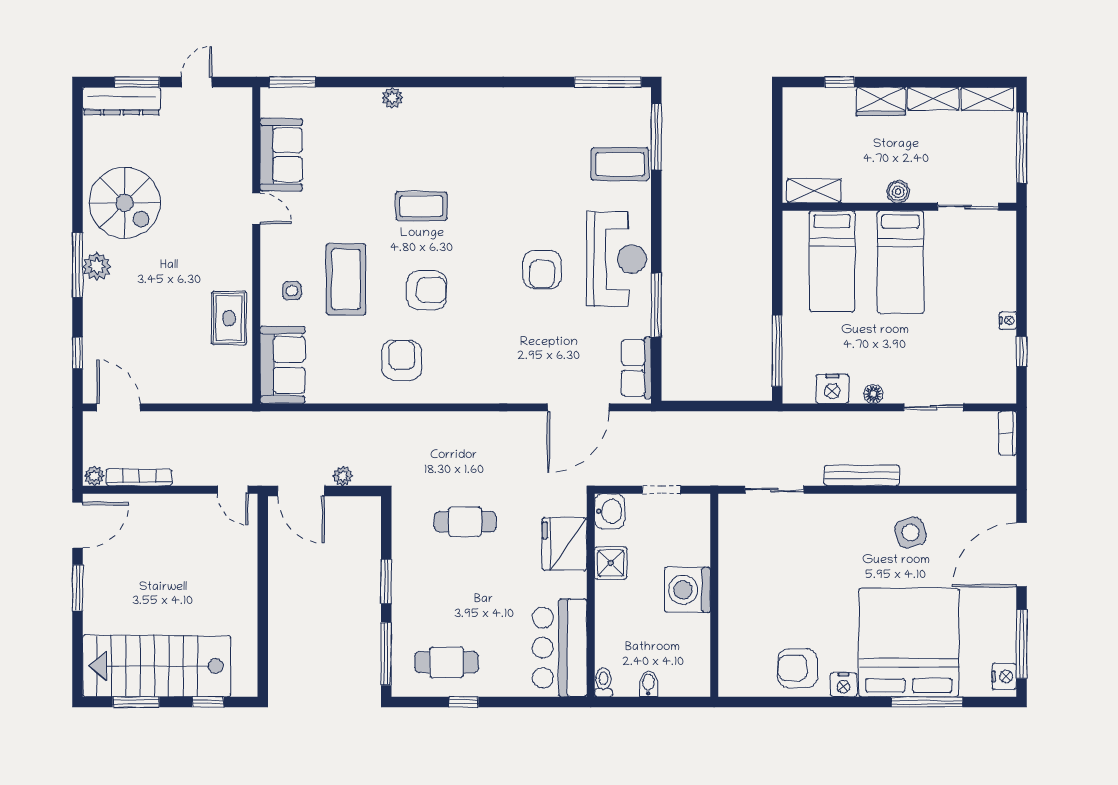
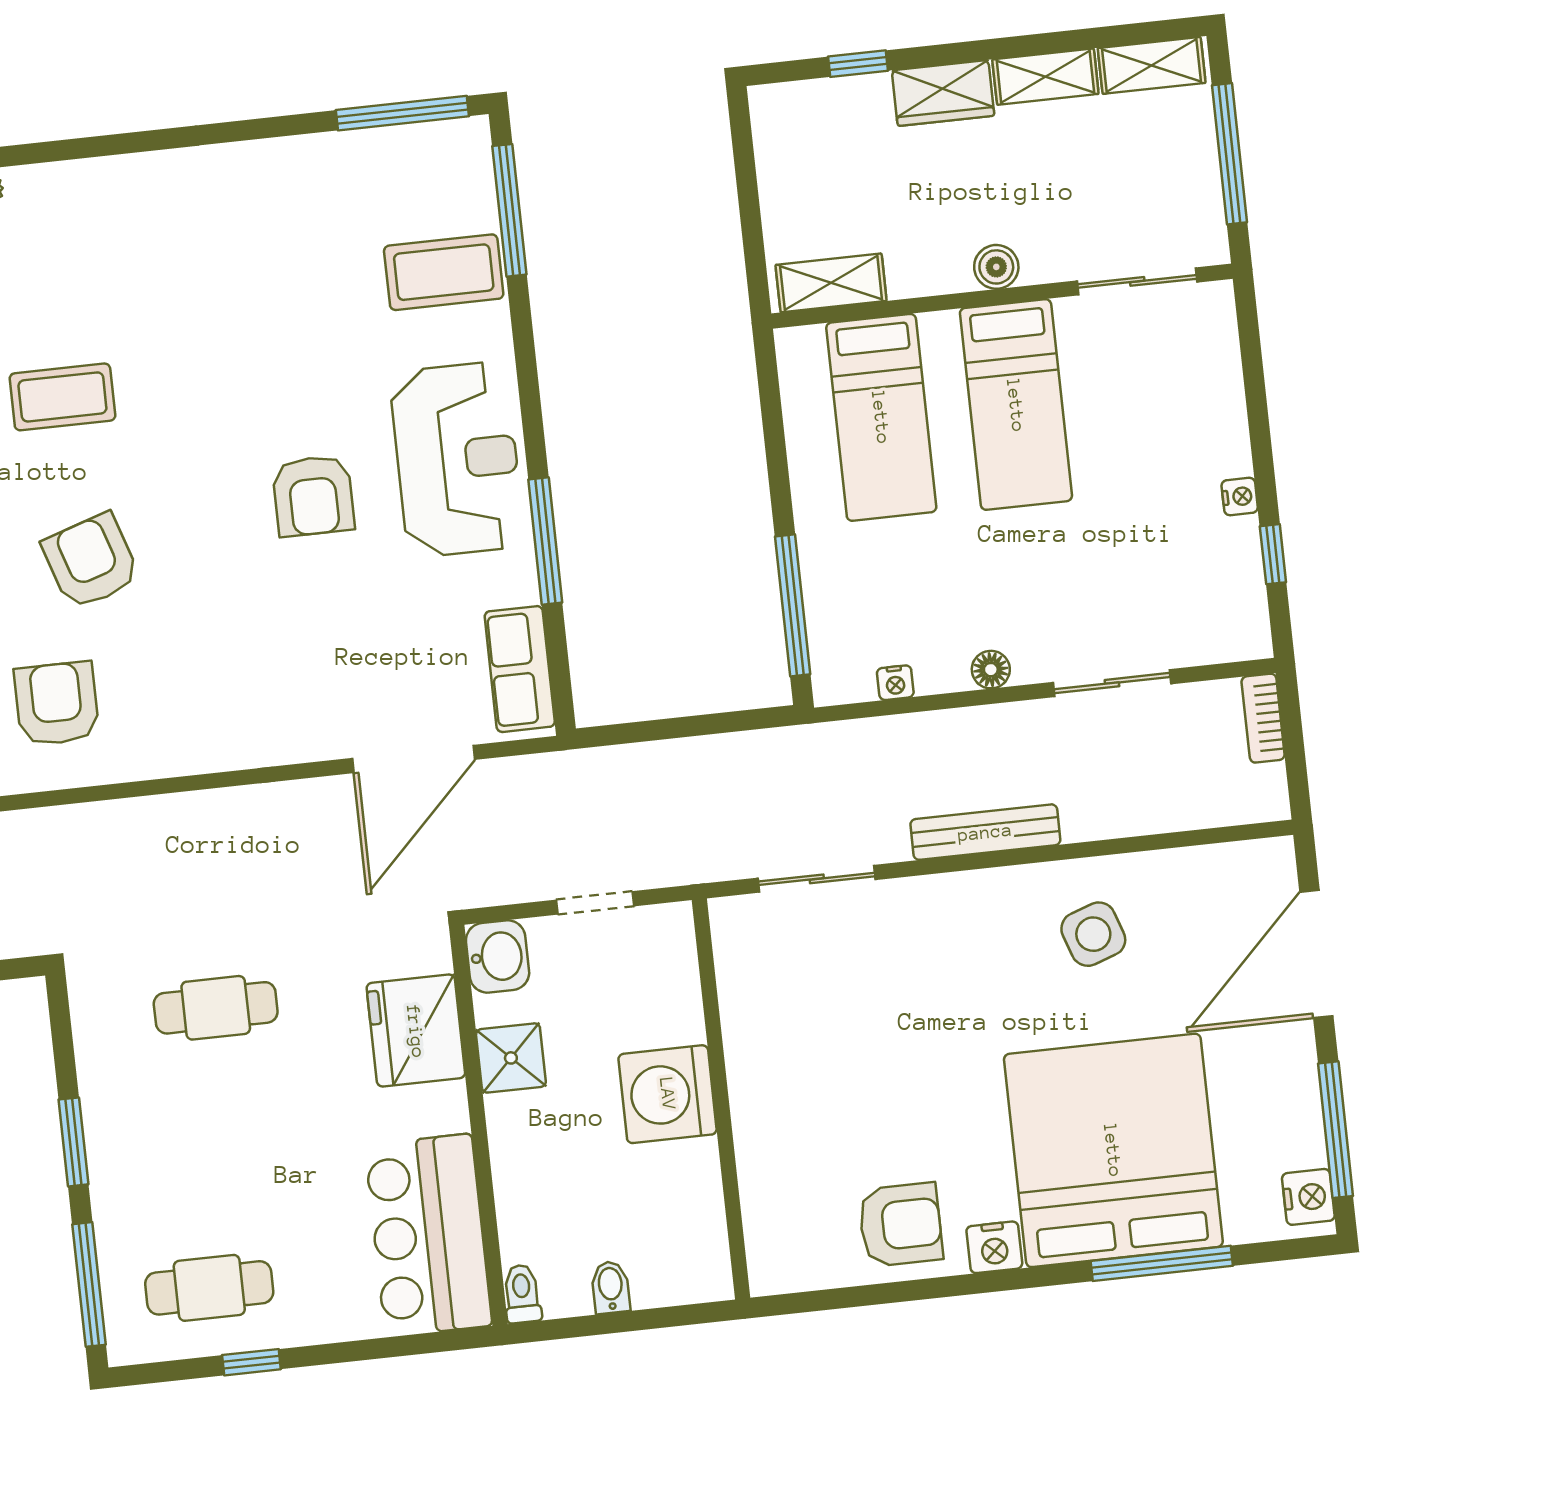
armchair: (427, 290) -> (91, 561), turned -108
nightstand: (832, 389) -> (895, 683), width x0.53, depth x0.56
armchair: (798, 668) -> (900, 1225), turned 180

